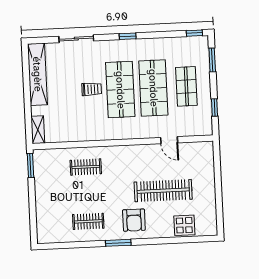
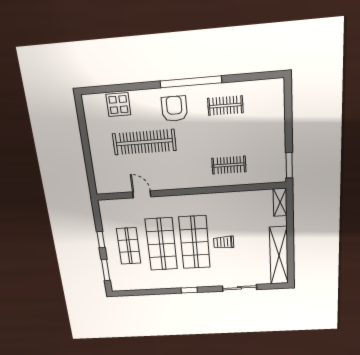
window: (194, 33) -> (125, 293), removed
window: (214, 108) -> (101, 240), moved
window: (118, 243) -> (191, 82), width x2.11

